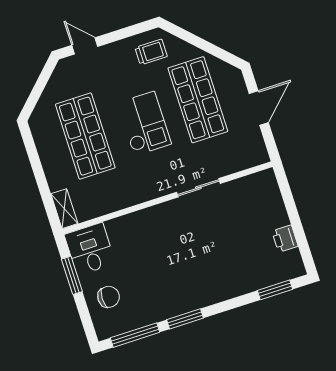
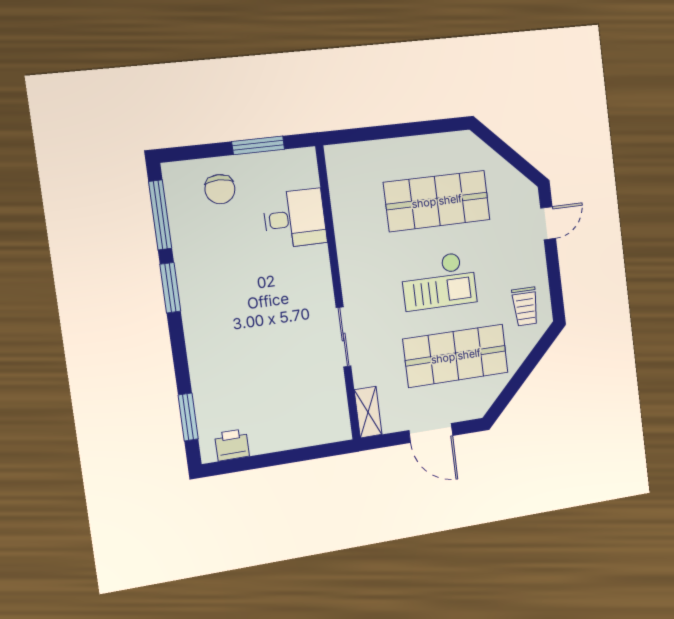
shelving: (64, 209) -> (368, 412), moved, turned 90
printer: (285, 239) -> (232, 445), moved
desk: (90, 249) -> (295, 219), moved

